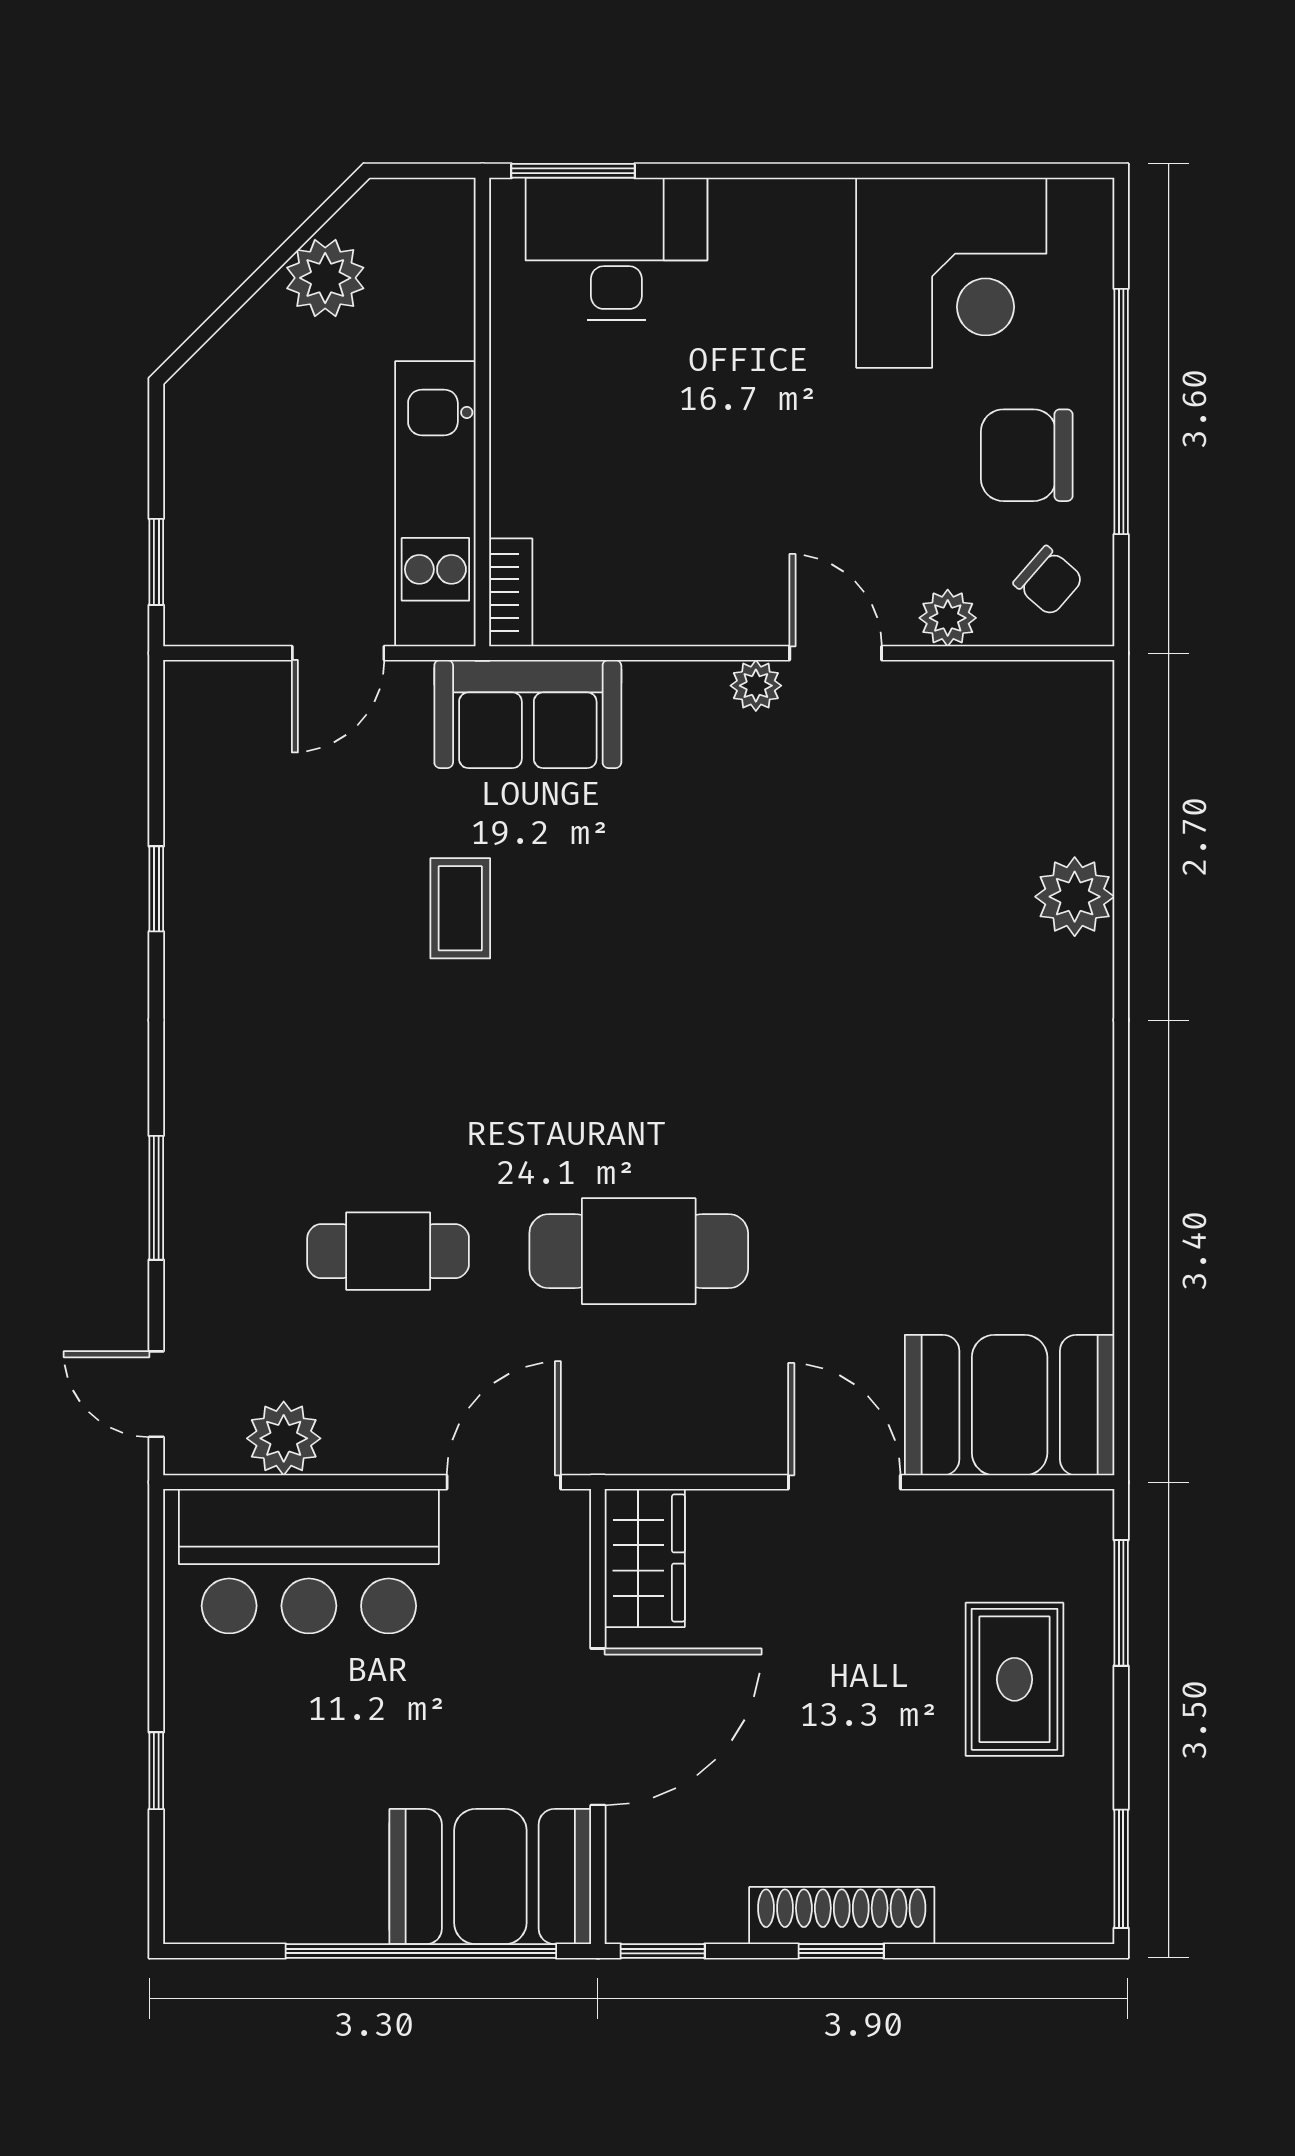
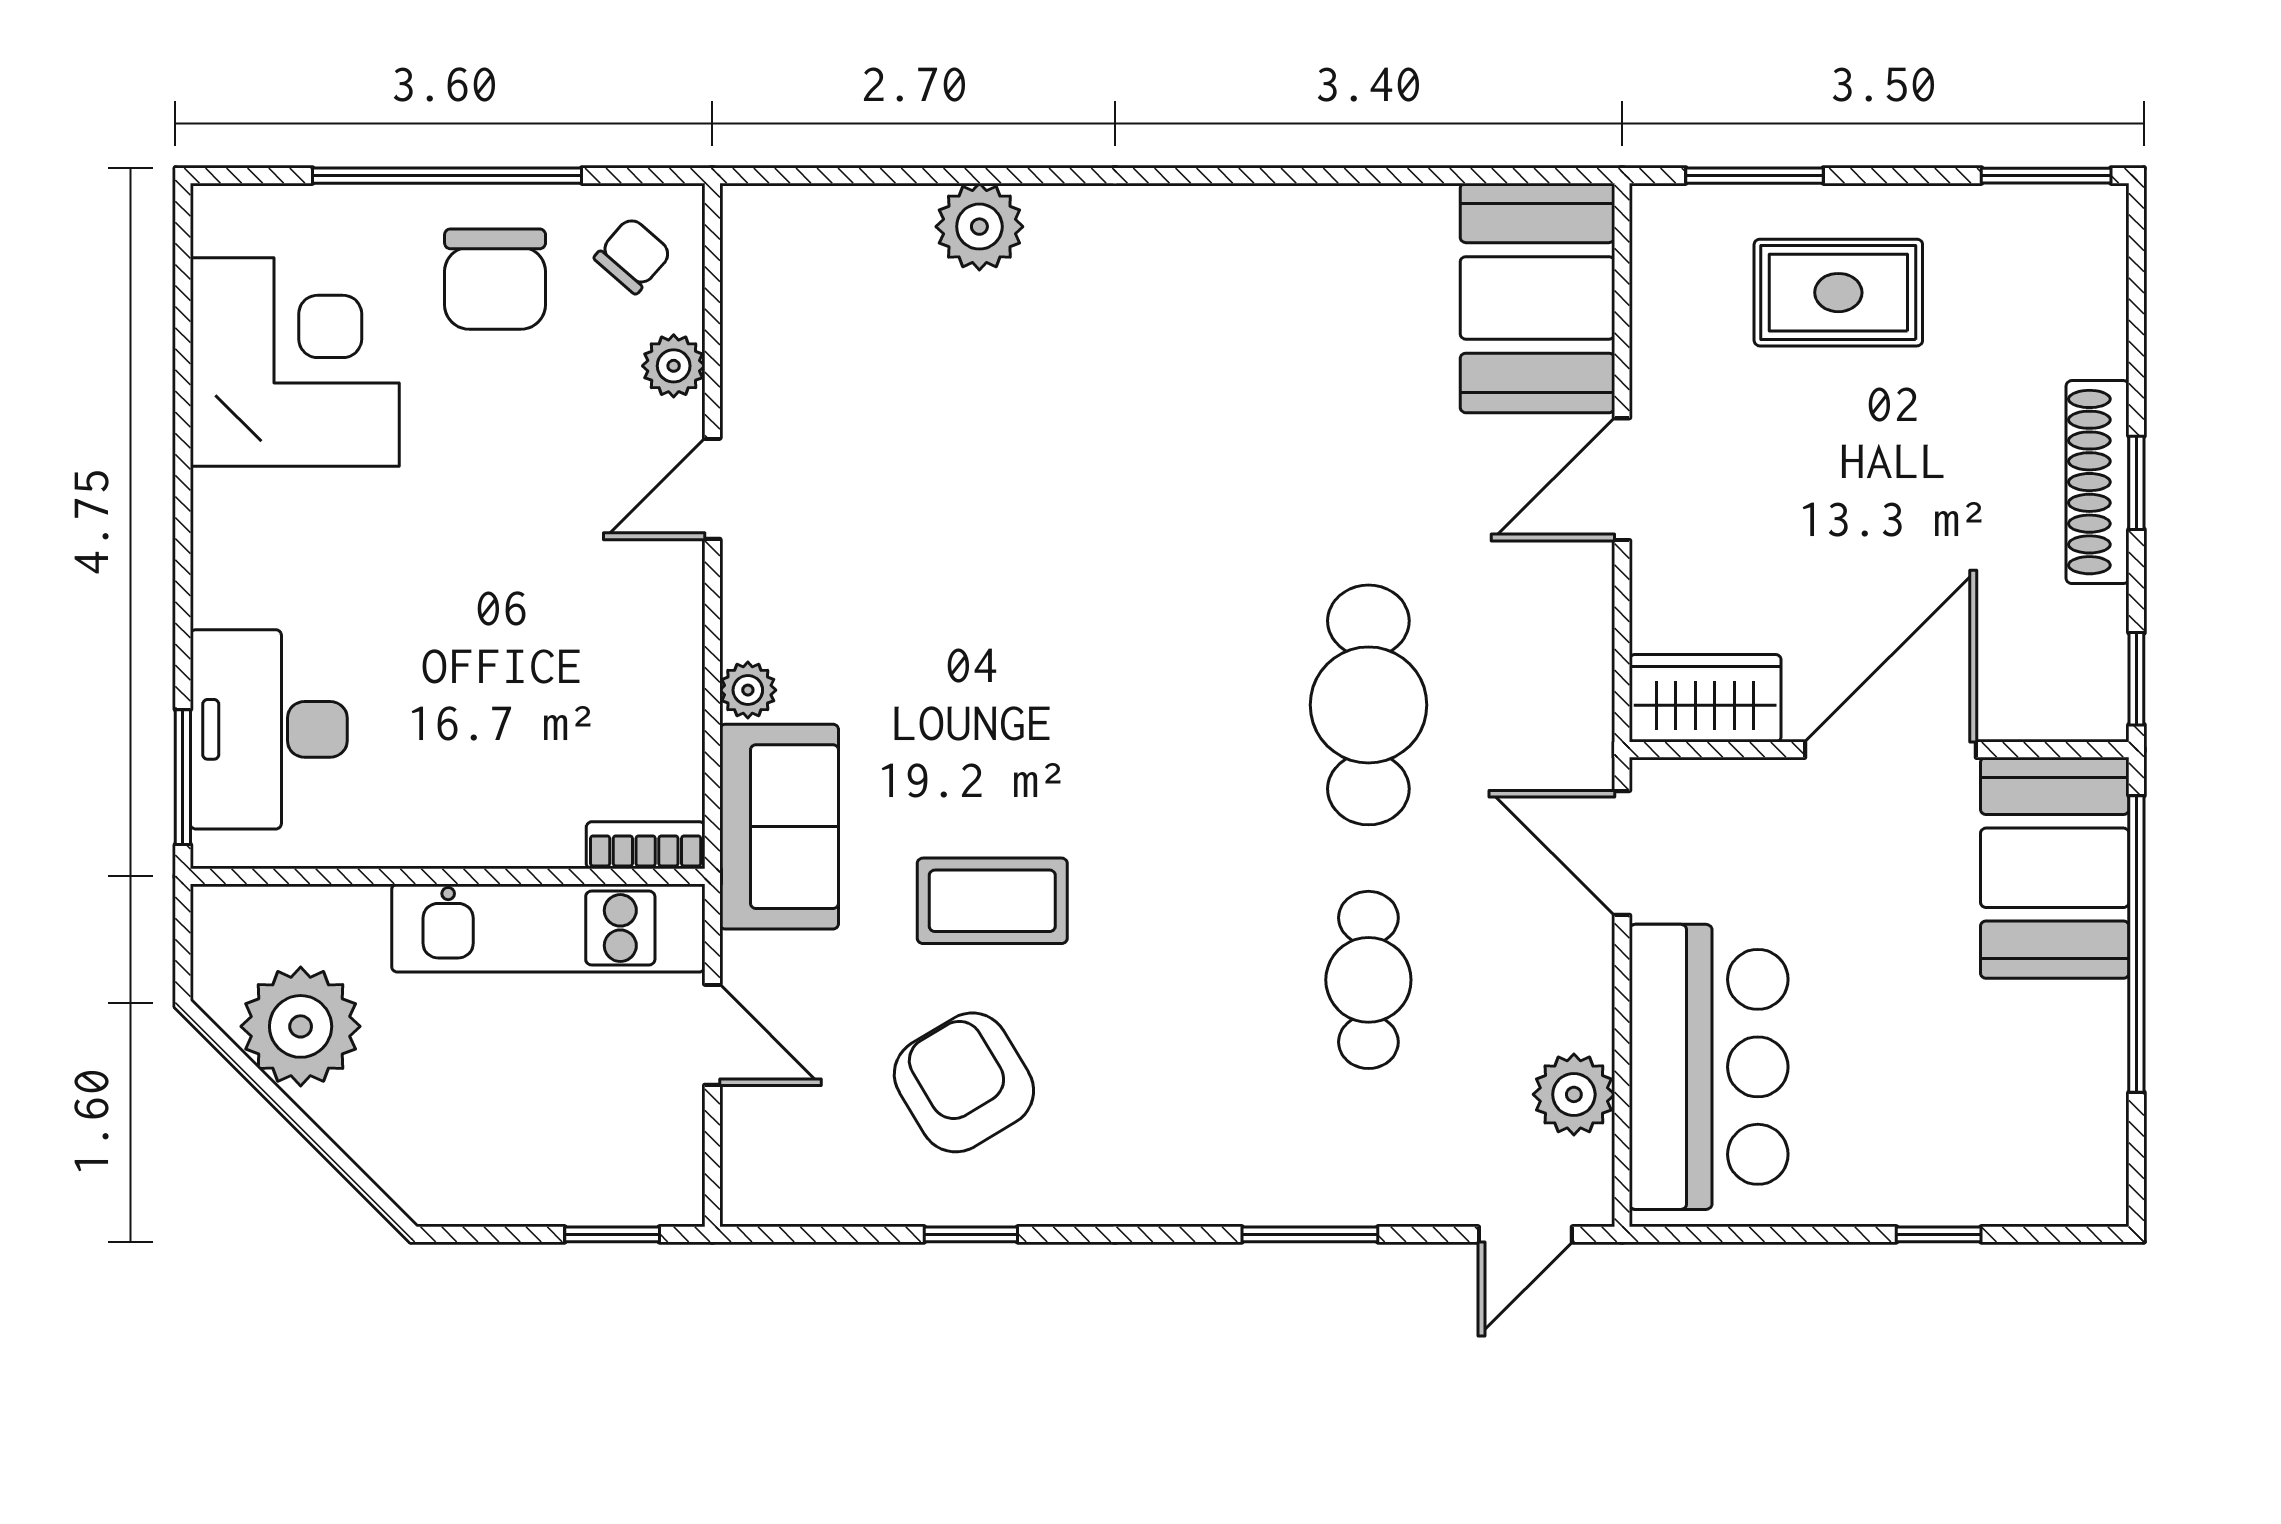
plant: (325, 278) -> (301, 1026), width x1.36, depth x1.36
plant: (756, 686) -> (748, 690), moved
armchair: (295, 882) -> (964, 1082), added
coffee table: (460, 908) -> (992, 901), width x1.36, depth x1.30
door: (598, 1727) -> (1890, 750), hinge flipped

